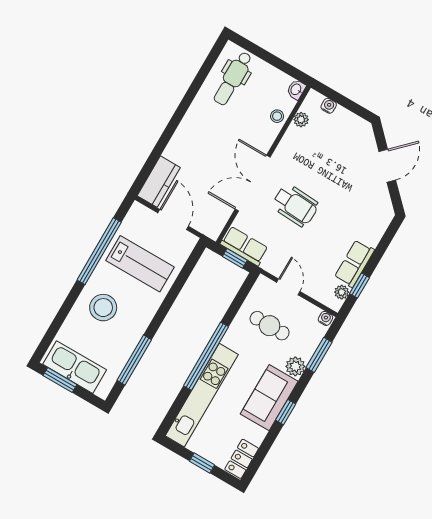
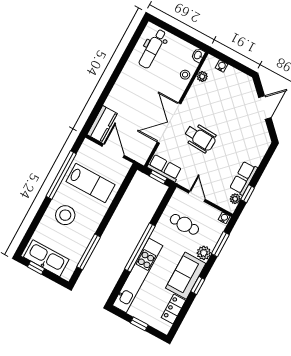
window: (60, 380) -> (36, 268), width x0.67
locker: (242, 459) -> (173, 309), moved

